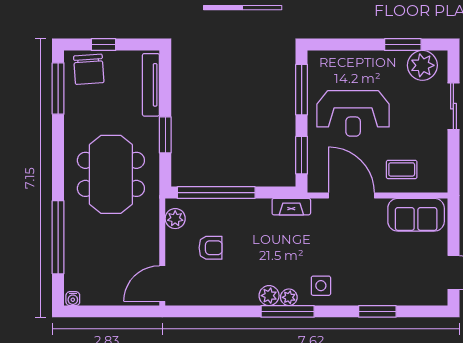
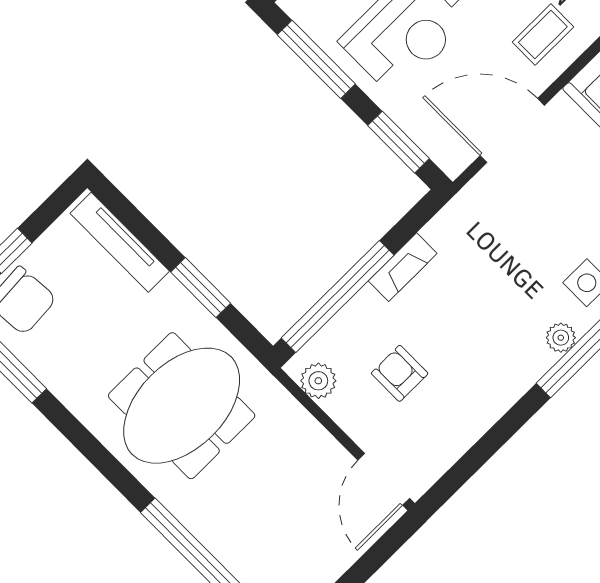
meeting table: (111, 174) -> (182, 406), turned 90
fireplace: (291, 207) -> (403, 267), moved
armchair: (211, 248) -> (400, 373), turned -90
plant: (269, 296) -> (534, 360), removed

